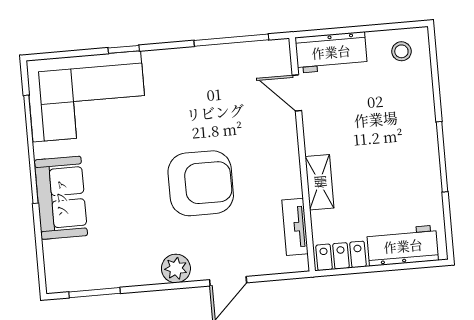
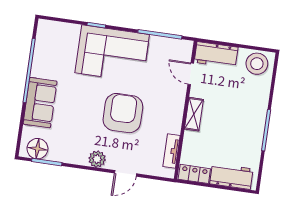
stool: (401, 51) -> (257, 64), width x1.89, depth x1.89
corner sofa: (87, 96) -> (112, 54), moved
shelving: (320, 182) -> (194, 114), moved
armchair: (201, 183) -> (123, 113), turned -90
floor lamp: (74, 274) -> (37, 149), added

